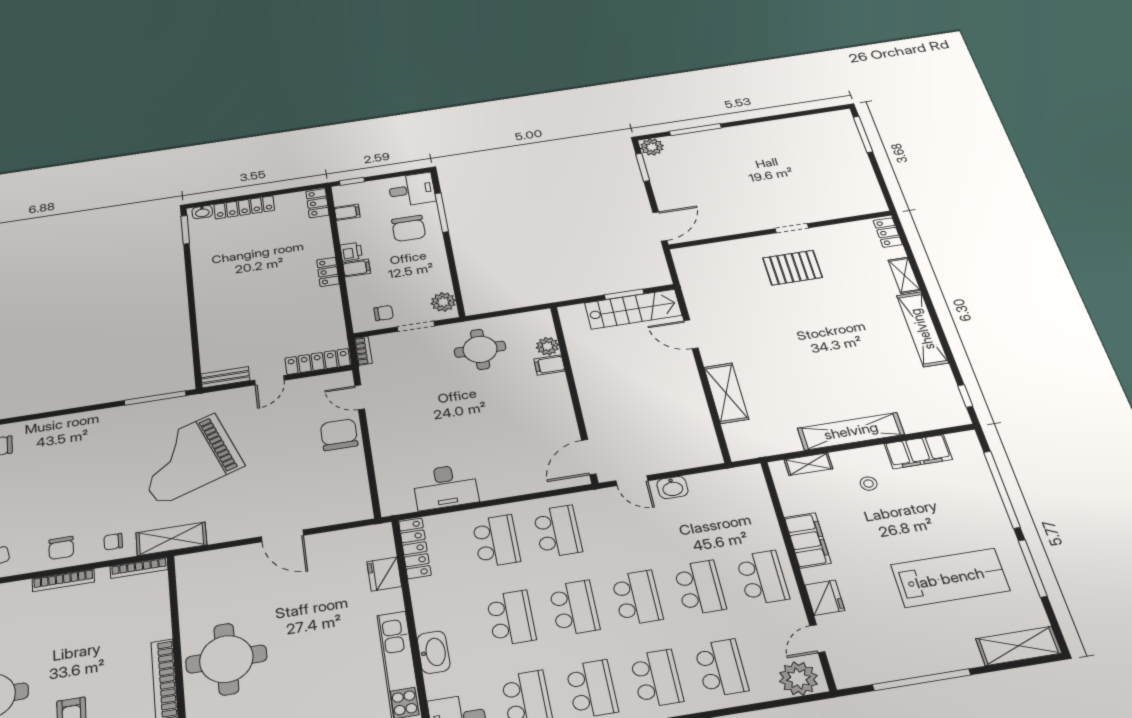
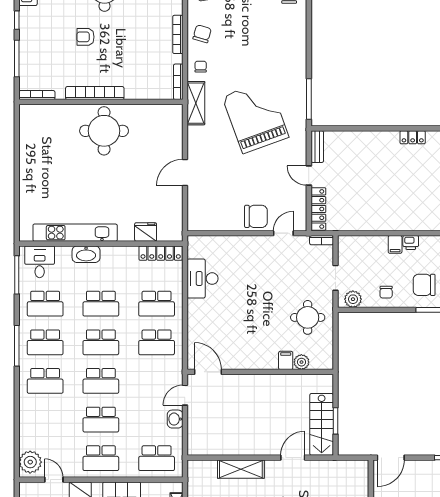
door: (660, 226) -> (391, 458), hinge flipped
locker: (328, 272) -> (413, 137), moved, turned 180
chair: (384, 313) -> (386, 292), moved
chair: (61, 548) -> (202, 34), turned 106
school desk: (721, 668) -> (157, 458), moved

